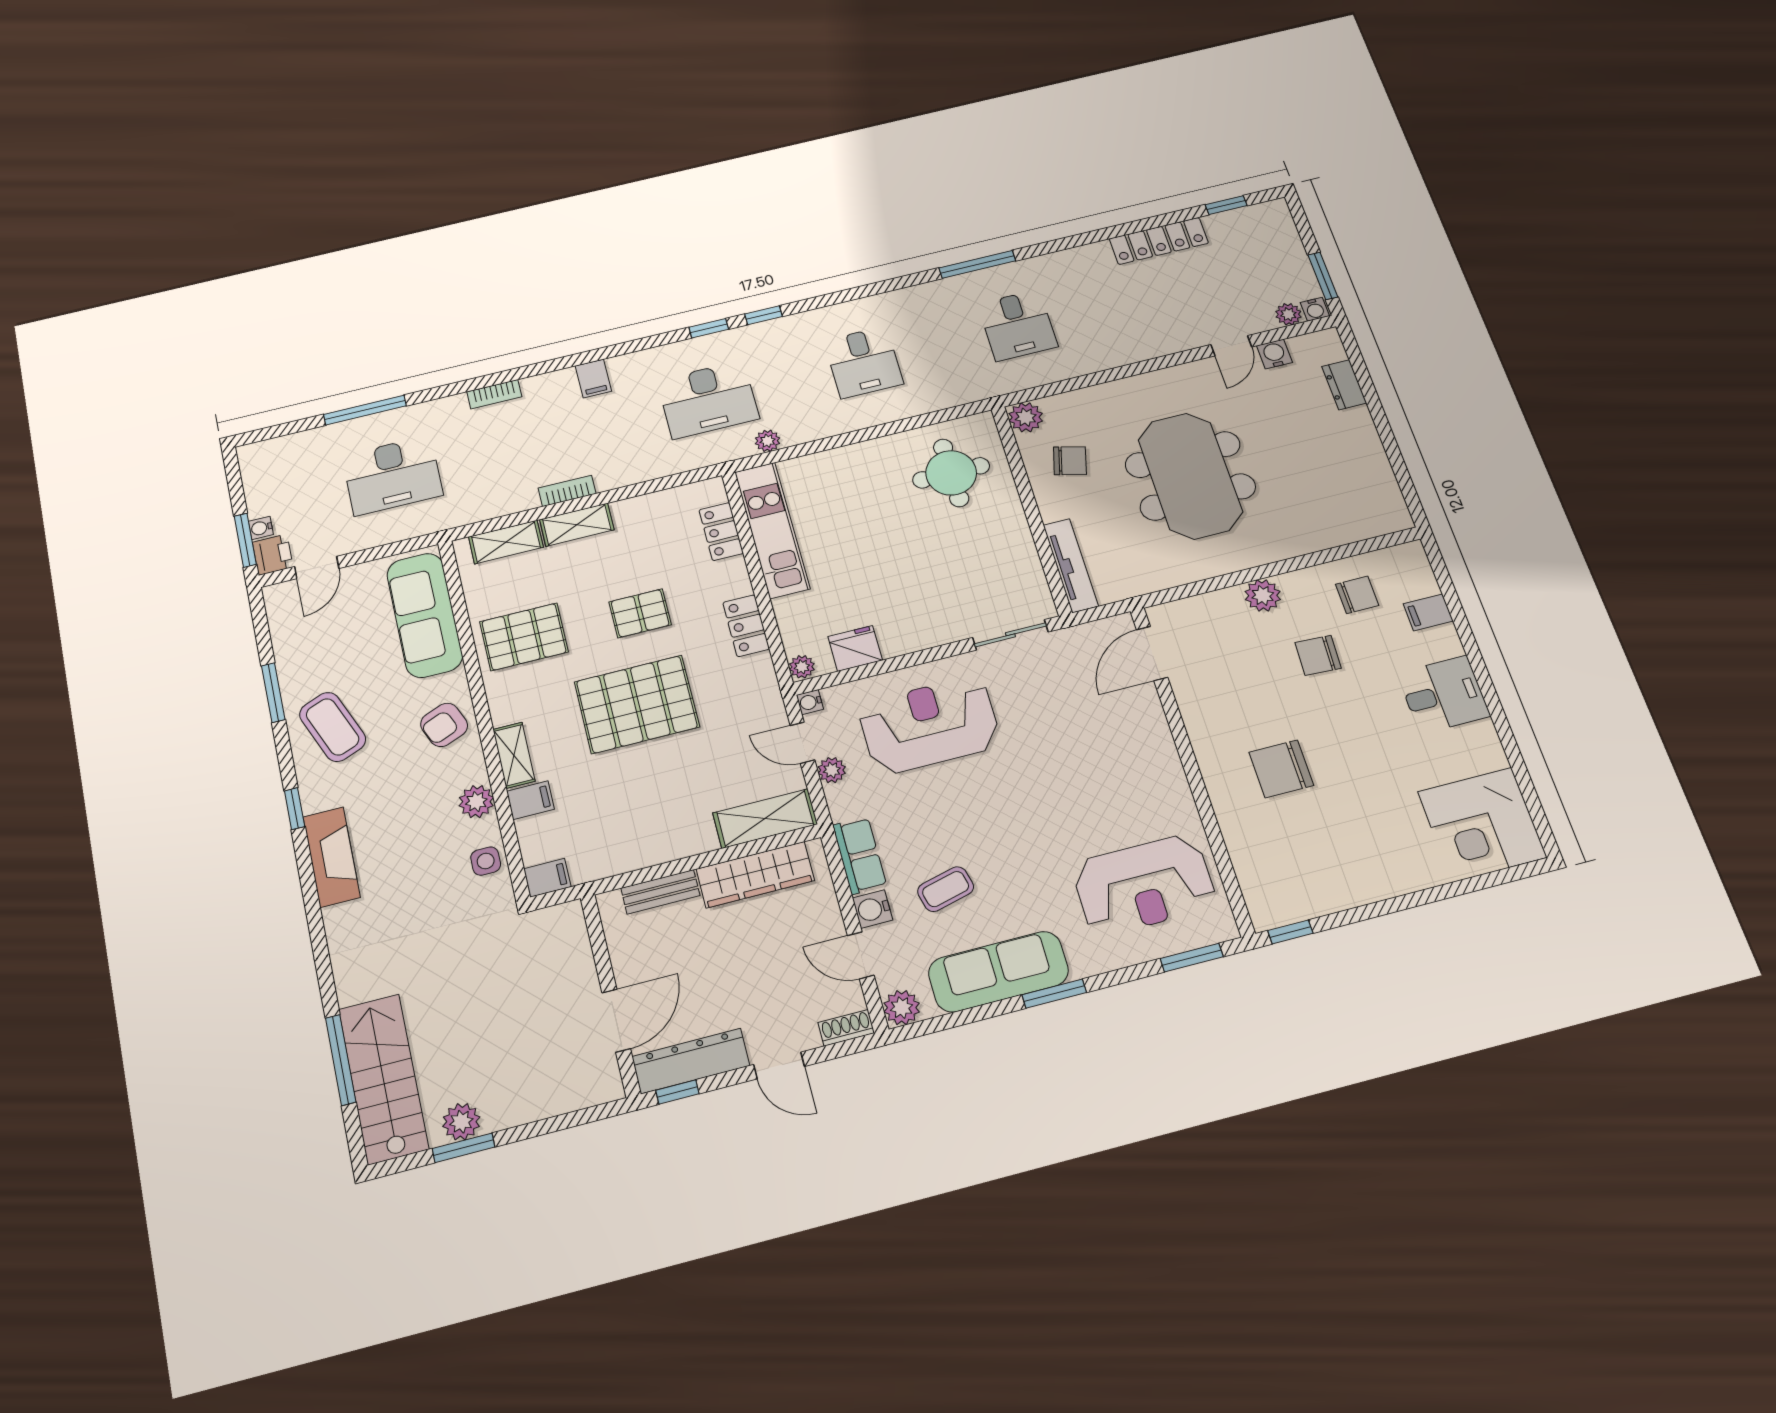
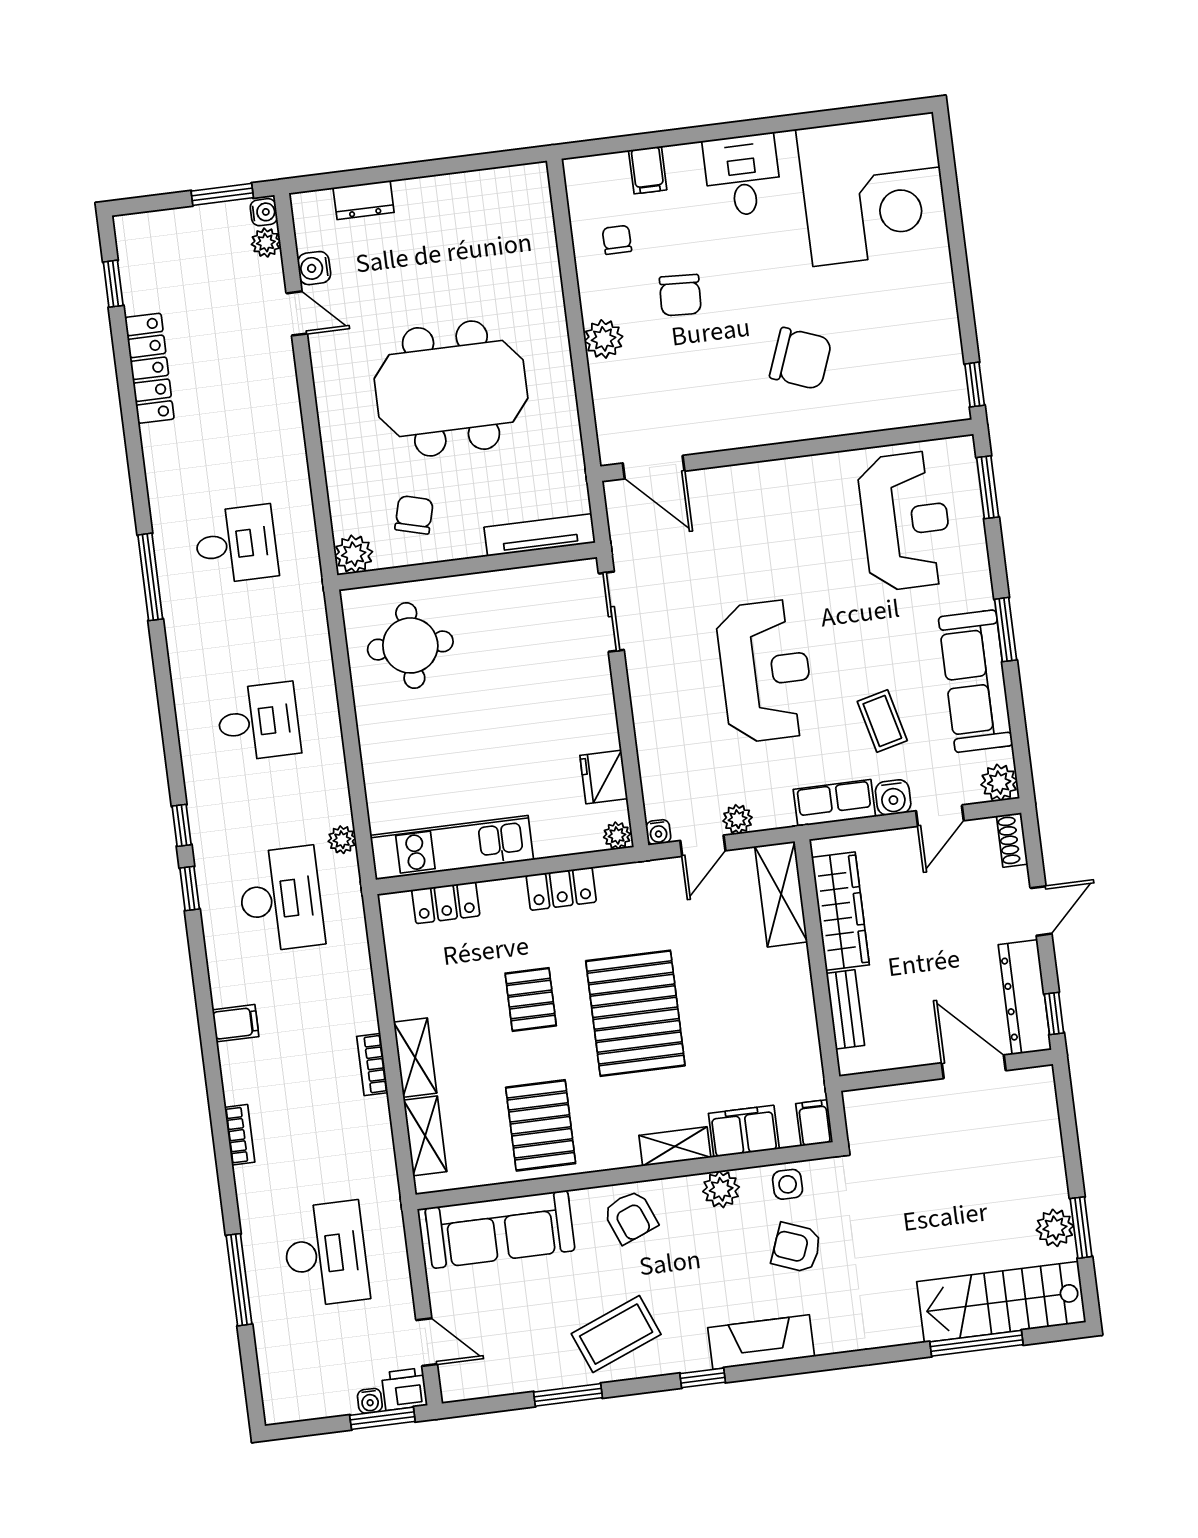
chair: (1357, 595) -> (617, 240), width x0.73, depth x0.73
reception desk: (929, 725) -> (765, 671), moved, turned 180
chair: (1281, 769) -> (801, 359), turned -69
filing cabinet: (530, 800) -> (744, 1131), width x2.00
corner desk: (1482, 824) -> (873, 189), width x1.36, depth x1.36
armchair: (425, 877) -> (796, 1248), added

